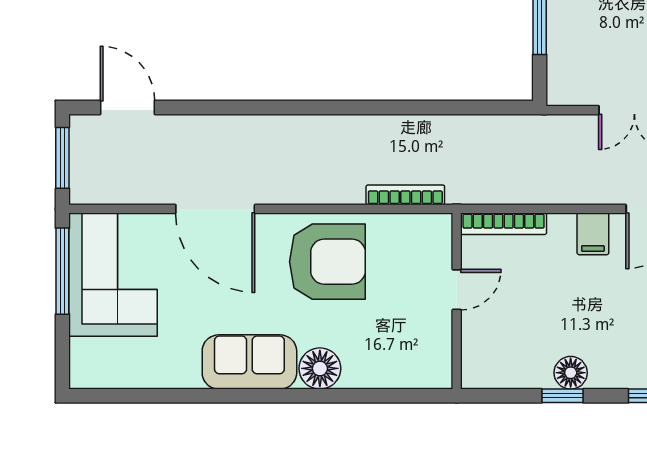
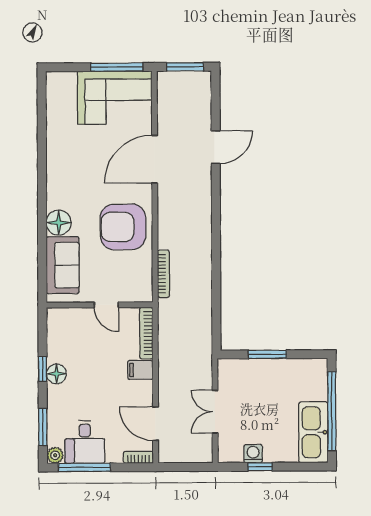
door: (128, 107) -> (216, 147), moved
filing cabinet: (593, 234) -> (140, 370), moved
armchair: (327, 262) -> (123, 227), turned 90
sofa: (249, 362) -> (63, 265), moved

